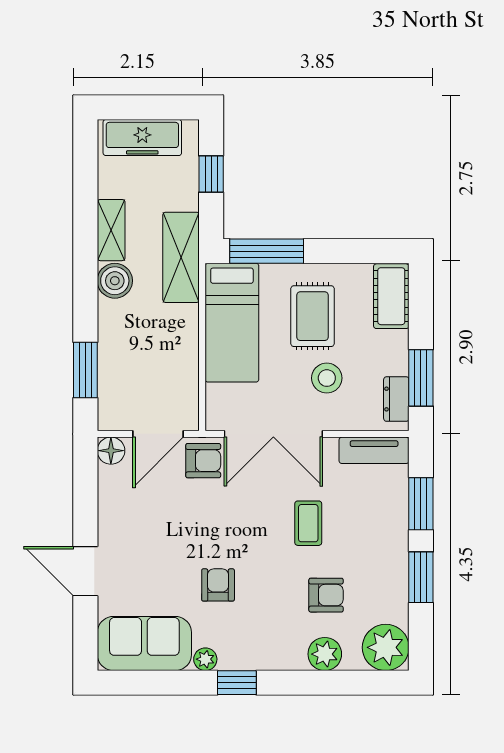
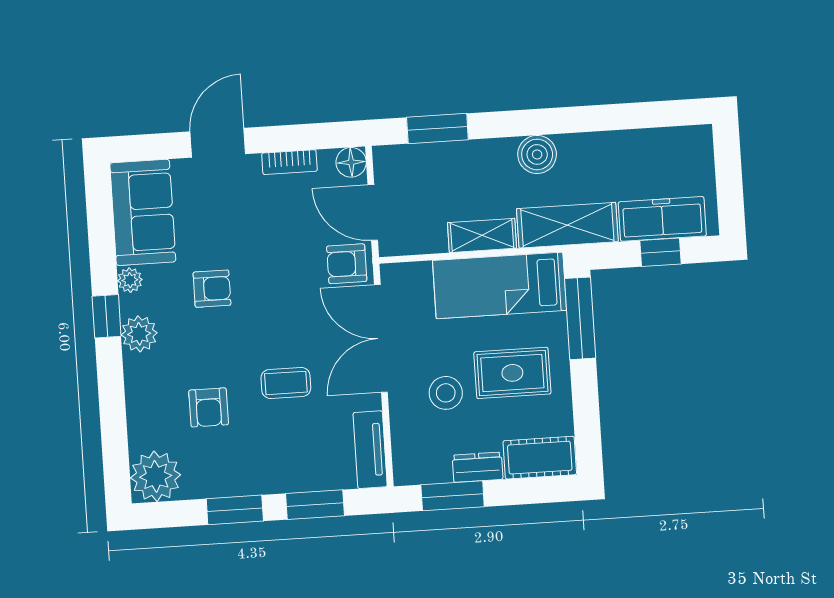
freezer: (142, 138) -> (662, 219), moved, turned 90
shelving: (111, 230) -> (482, 235), moved
dresser: (396, 399) -> (478, 467), moved
armchair: (203, 461) -> (347, 264), turned 90
bookcase: (107, 507) -> (289, 162), added
plant: (325, 654) -> (139, 334), moved

